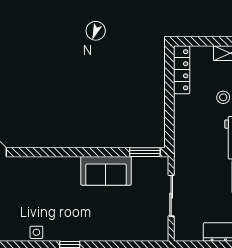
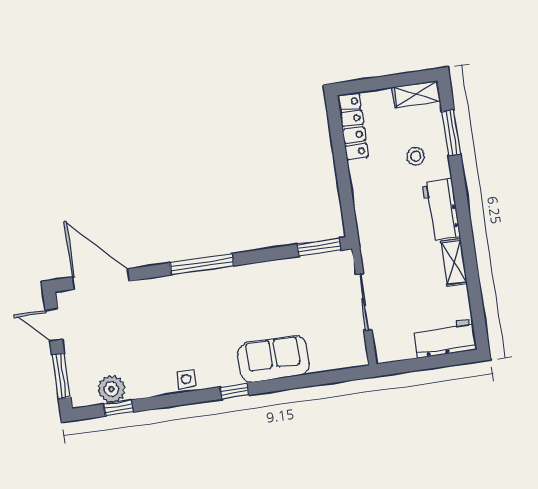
window: (60, 152) -> (202, 264), added
sofa: (106, 171) -> (274, 359), moved, turned 180

